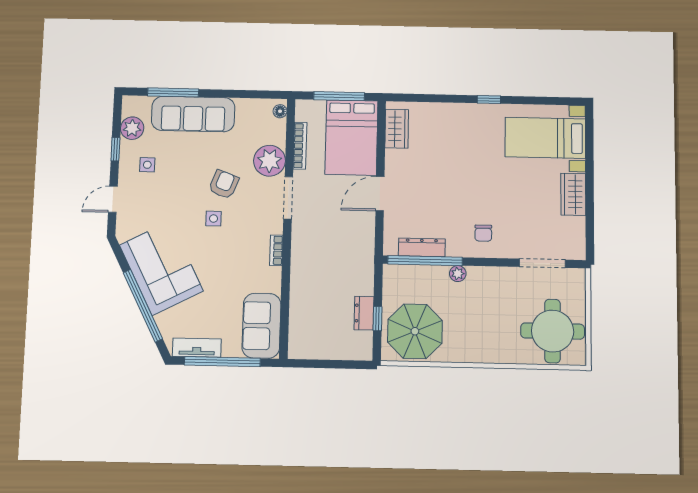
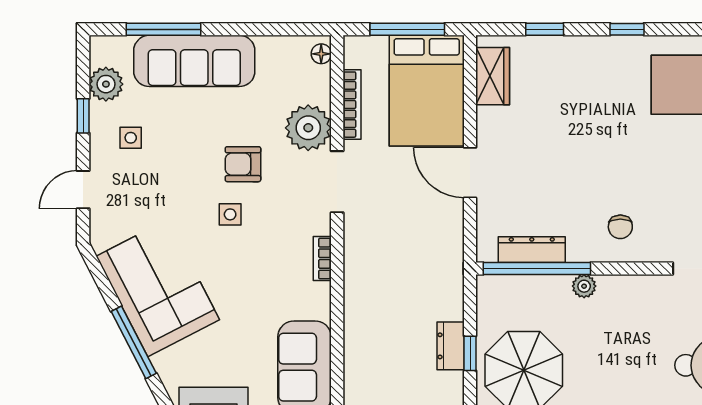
window: (433, 98) -> (545, 29), added
armchair: (224, 184) -> (243, 164), turned -111
door: (380, 194) -> (470, 173), hinge flipped
window: (143, 306) -> (134, 342), width x0.68

